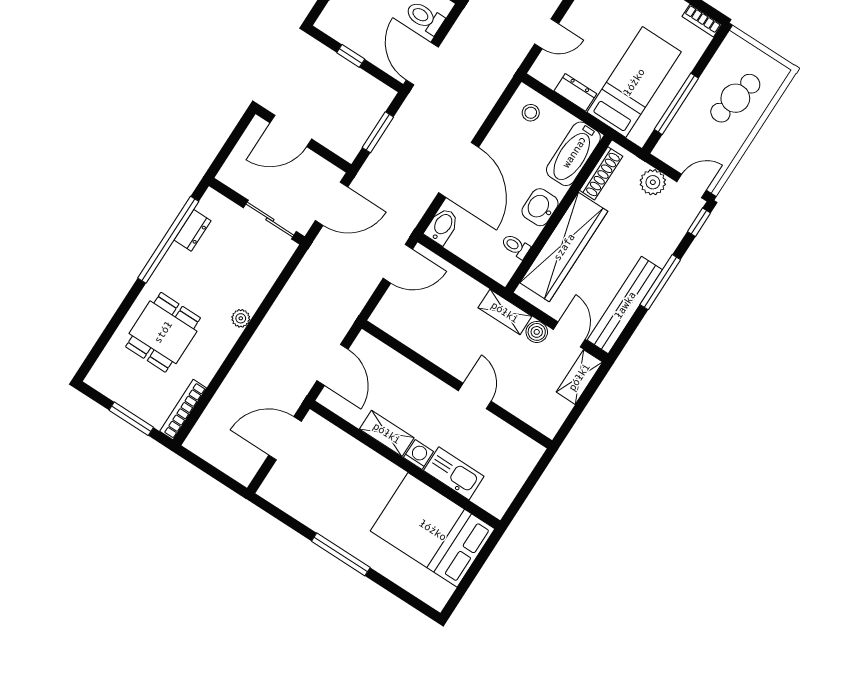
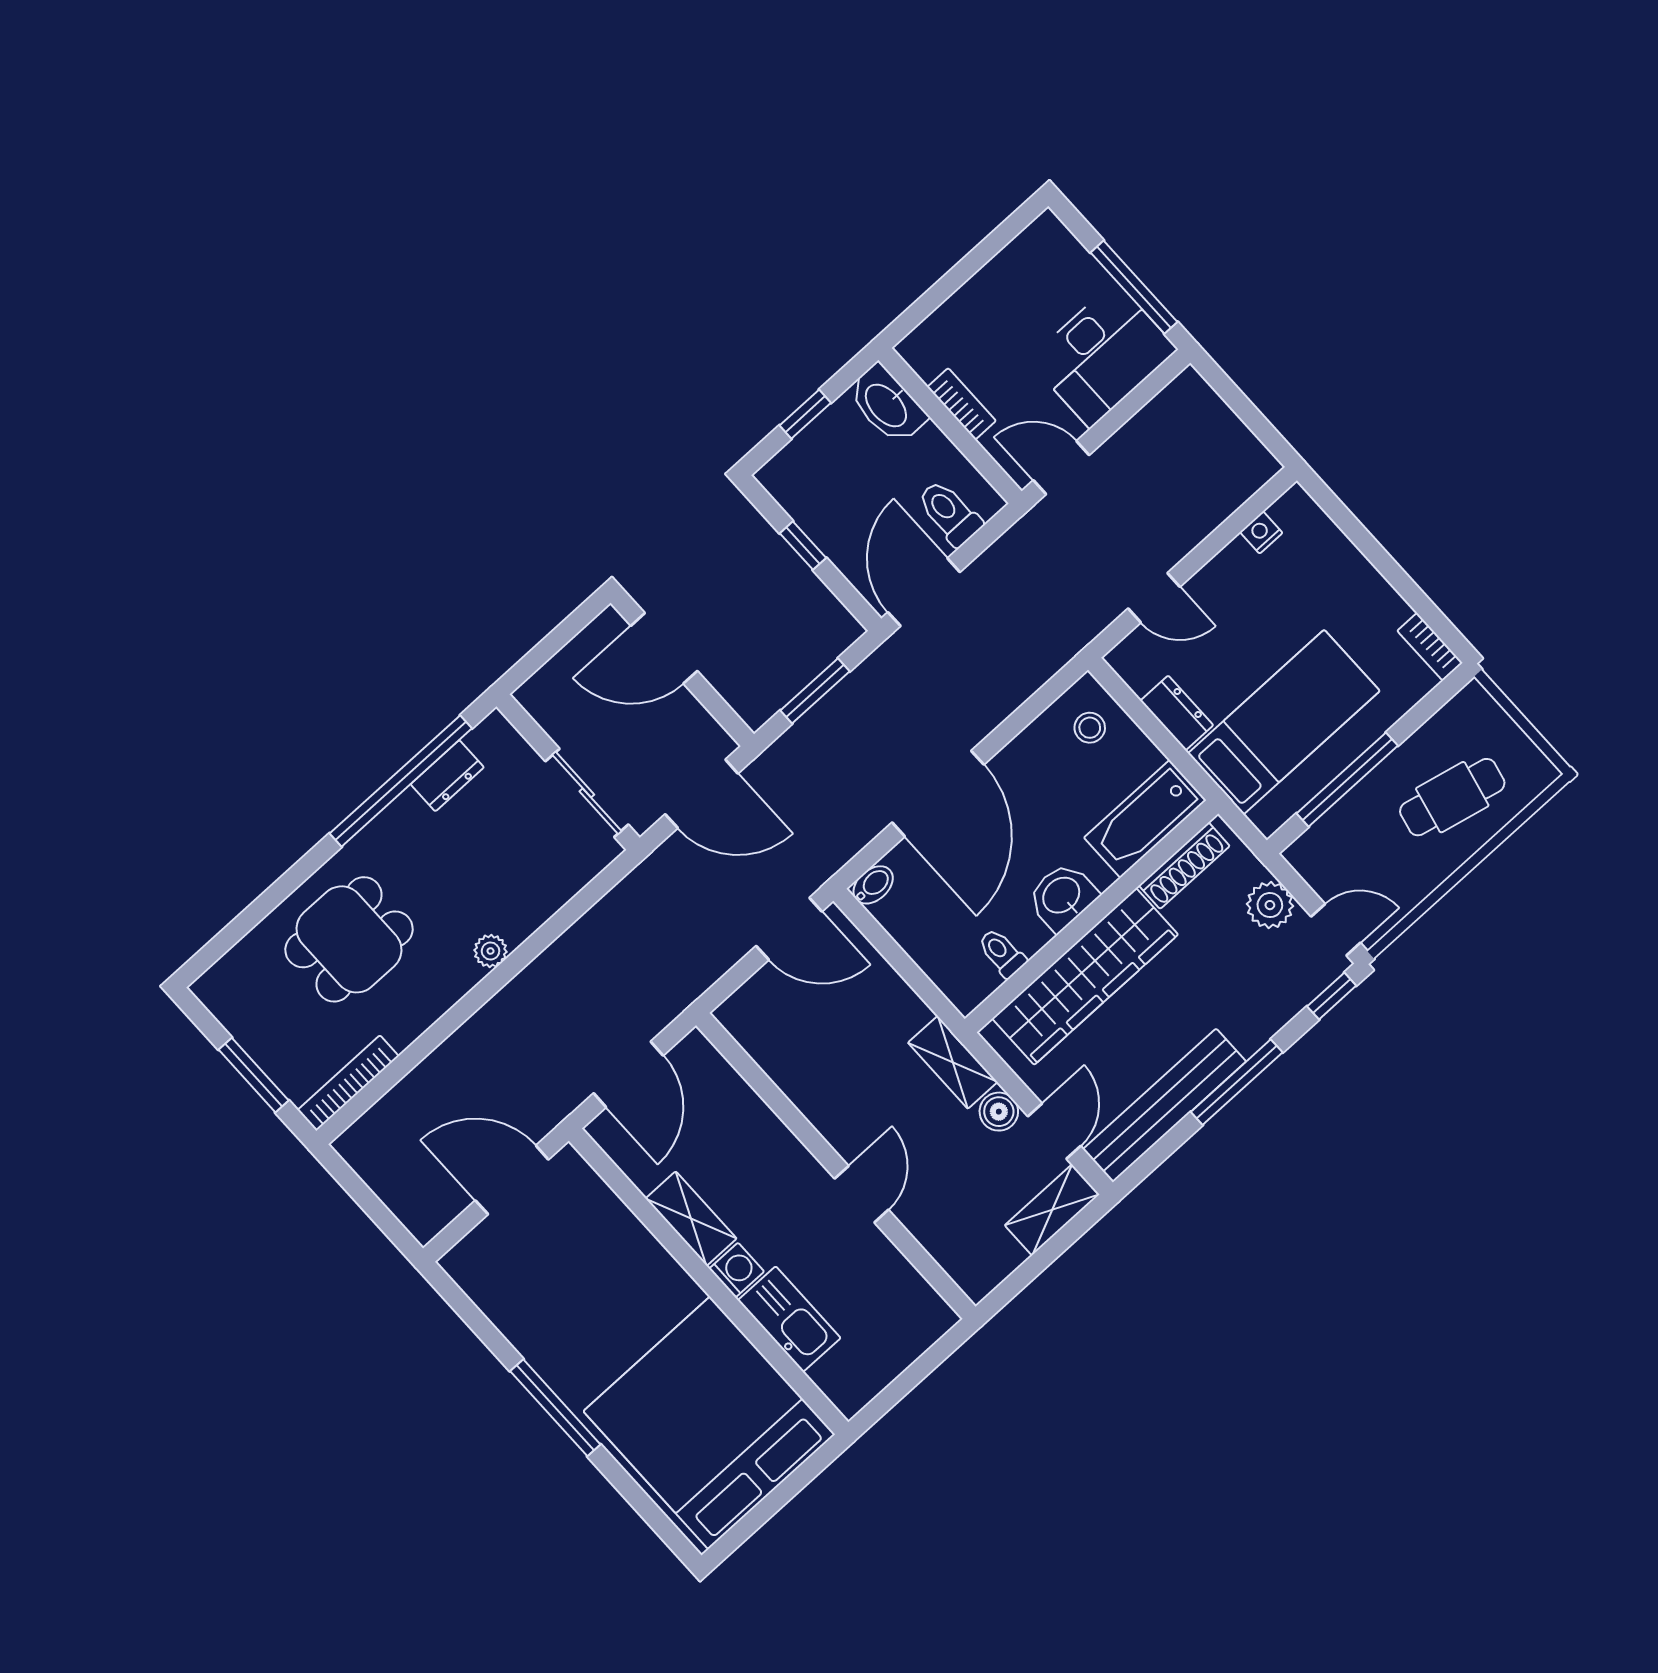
bidet: (442, 226) -> (873, 885), width x0.72, depth x0.74
bed: (433, 530) -> (709, 1423), width x1.36

